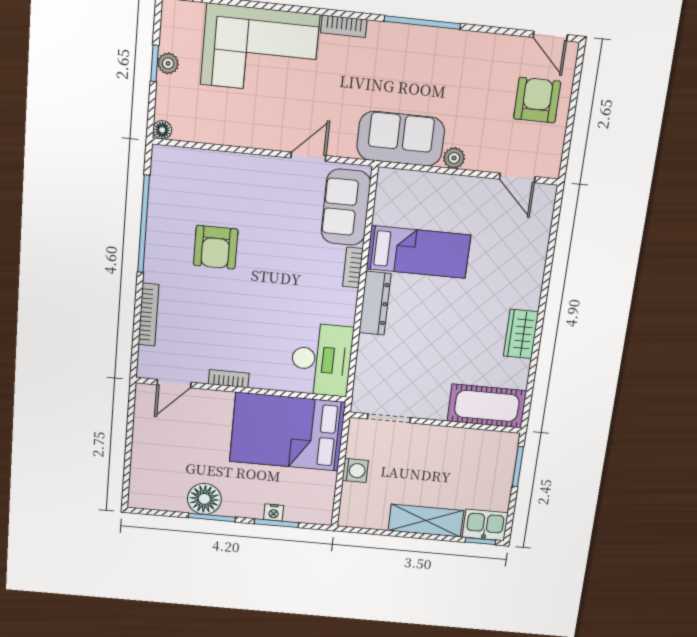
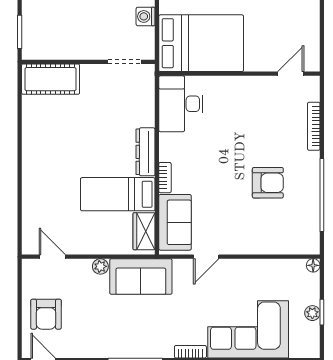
armchair: (216, 247) -> (268, 183), turned 90
wardrobe: (521, 334) -> (144, 231), moved, turned 180
bookcase: (229, 379) -> (250, 82), removed

